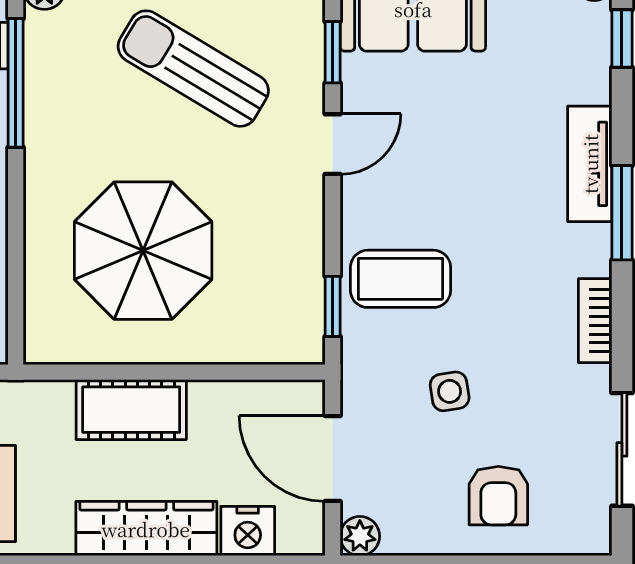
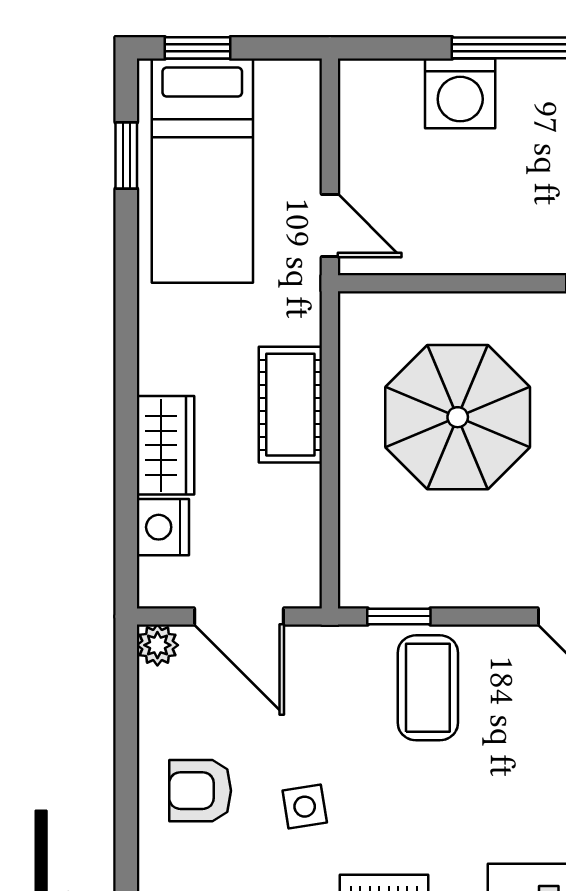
side table: (450, 391) -> (305, 807), moved
door: (333, 459) -> (239, 616), swing flipped
wardrobe: (146, 529) -> (165, 445), width x0.67

